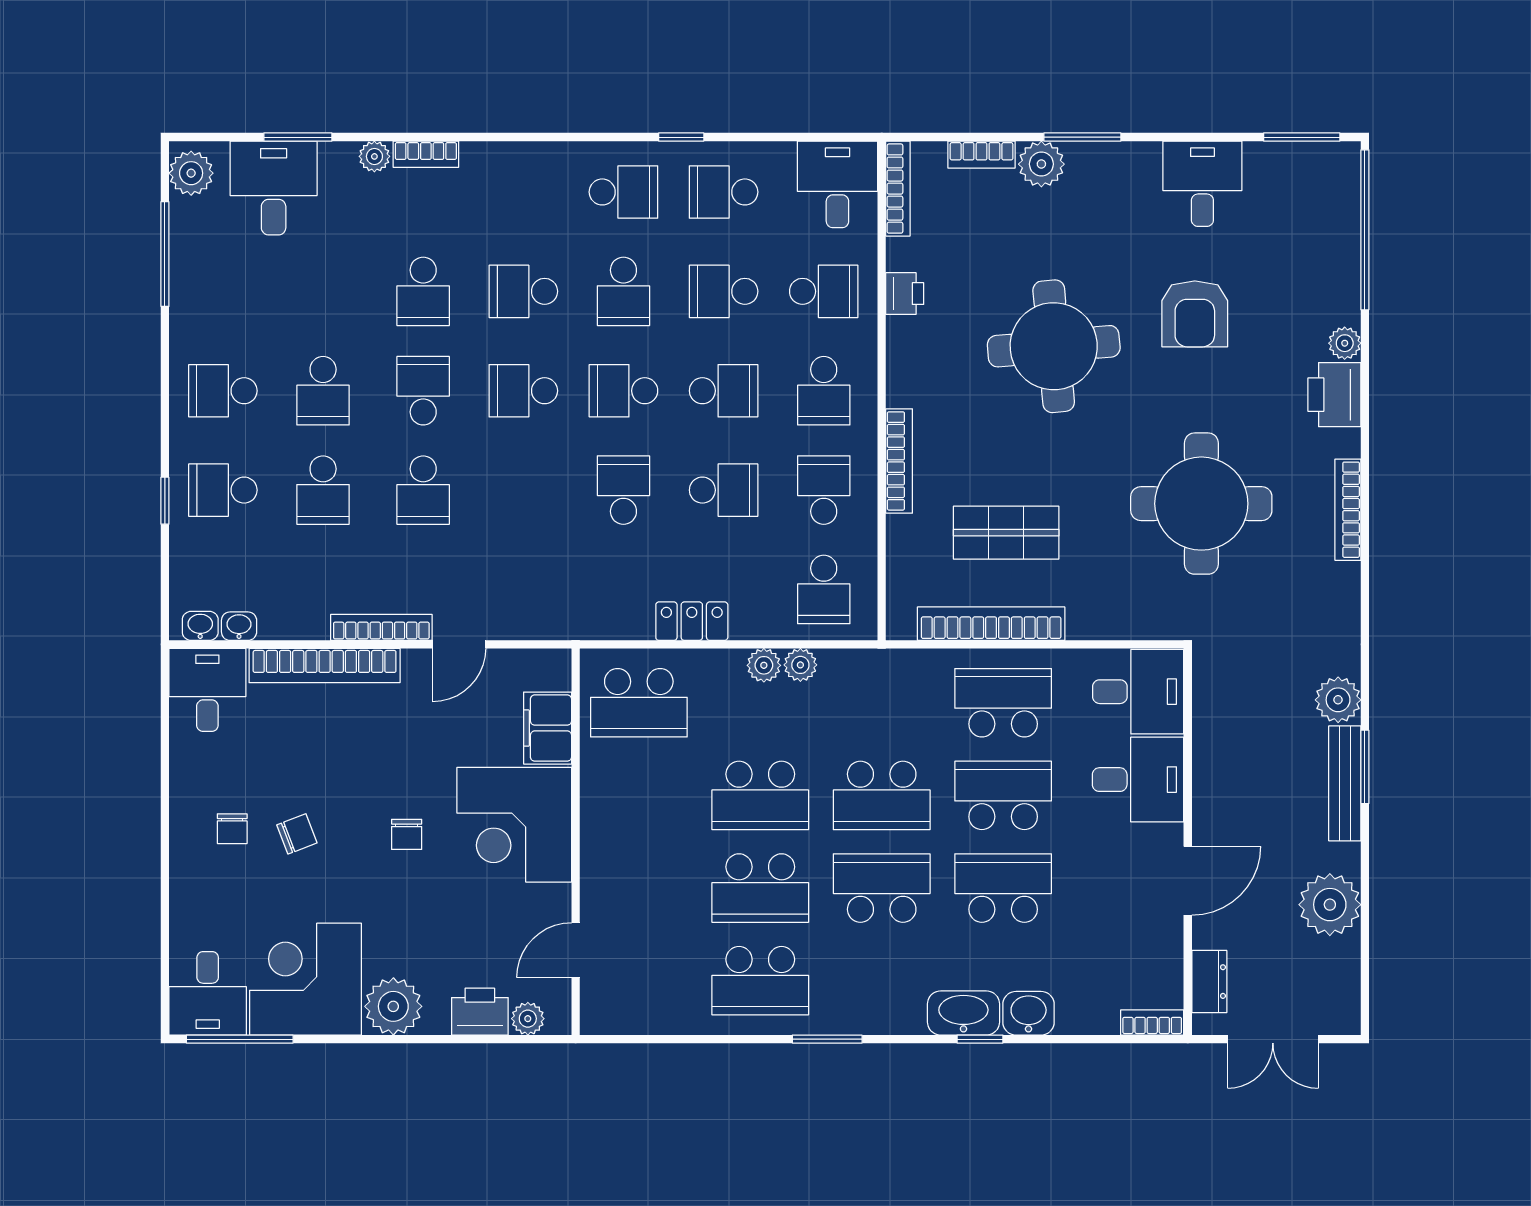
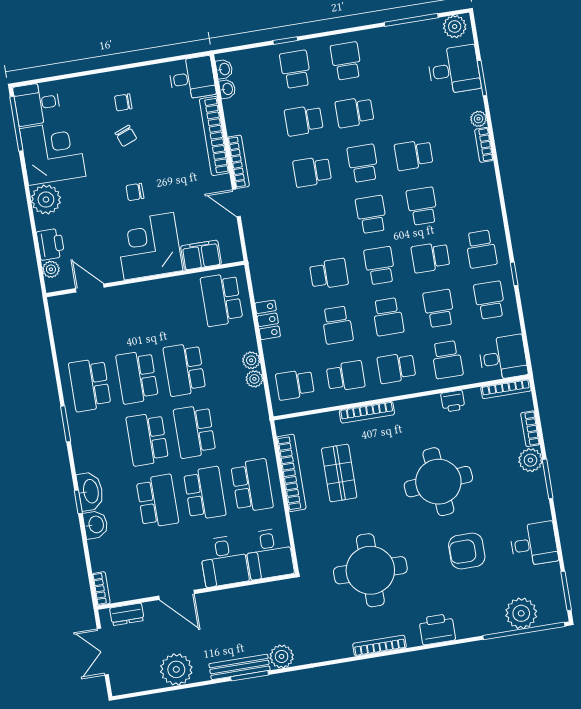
plant: (1345, 343) -> (521, 613), moved, width x1.88, depth x1.88
school desk: (423, 391) -> (363, 163), turned -90
school desk: (882, 888) -> (147, 439), turned 180

